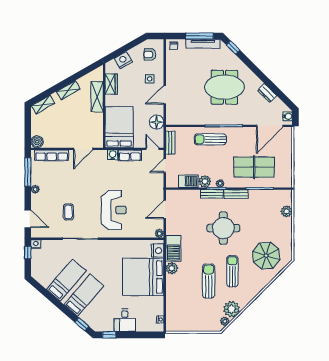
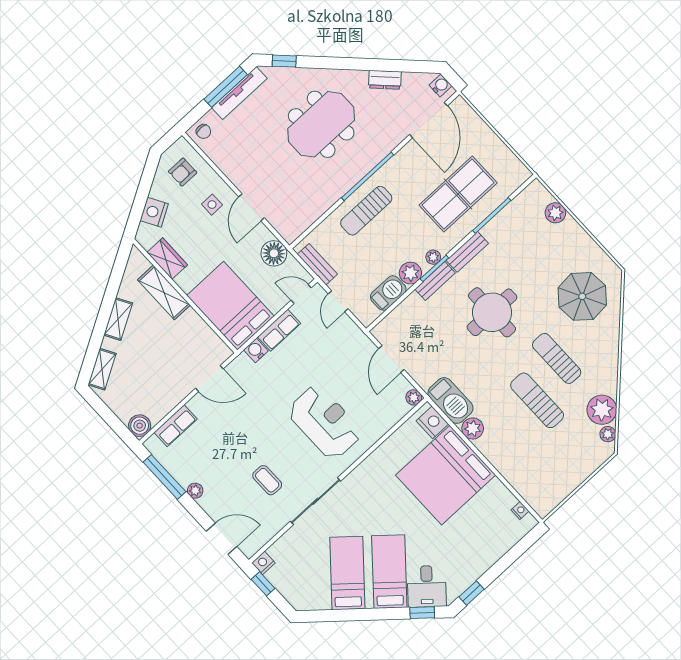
door: (83, 149) -> (209, 379), hinge flipped
row of seats: (52, 155) -> (176, 426), width x0.68
desk: (125, 320) -> (427, 586), moved, turned 41

